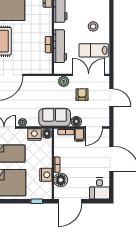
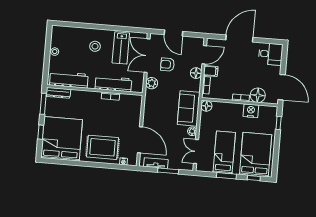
door: (111, 98) -> (173, 33), swing flipped
sofa: (55, 117) -> (189, 108), moved
door: (94, 128) -> (204, 55), hinge flipped
nightstand: (34, 134) -> (206, 119), removed

